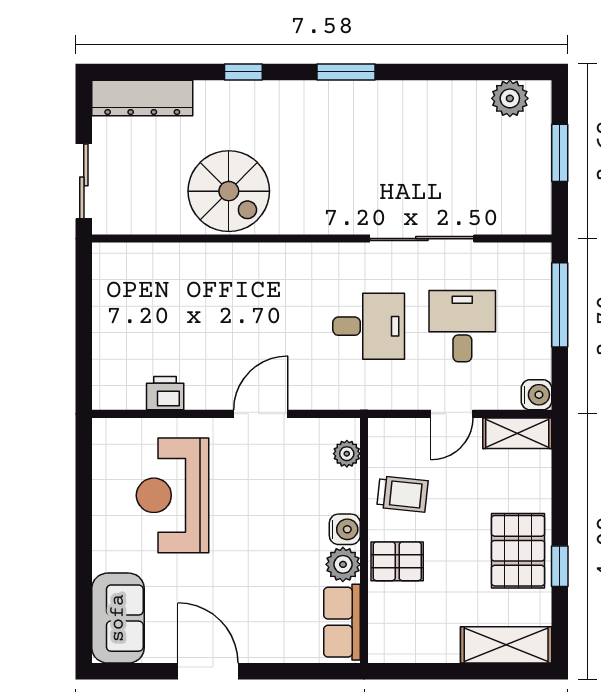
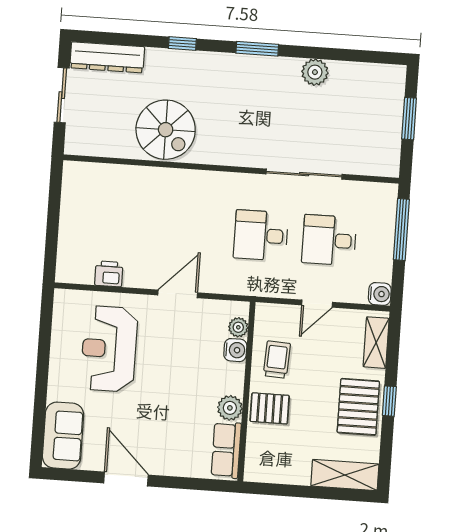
plant: (510, 98) -> (315, 72), moved
sliding door: (84, 181) -> (62, 95), moved
desk: (369, 326) -> (261, 235), turned 180
desk: (462, 326) -> (329, 240), turned -90
shelving: (517, 433) -> (376, 343), moved, turned 90
trolley: (402, 494) -> (277, 360), turned -93
water cooler: (345, 529) -> (235, 350), moved
window: (560, 566) -> (389, 401), moved

